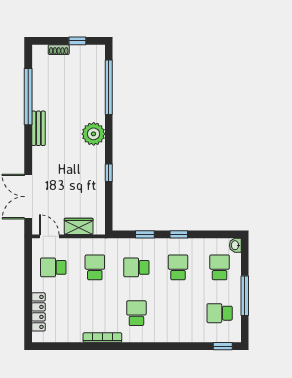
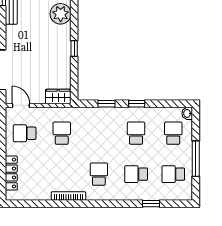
wardrobe: (79, 226) -> (58, 97), moved
school desk: (136, 267) -> (136, 174), moved
window: (223, 346) -> (151, 204), moved

